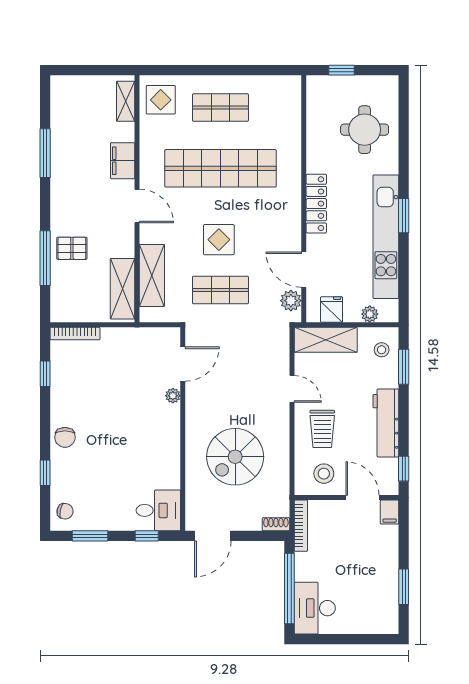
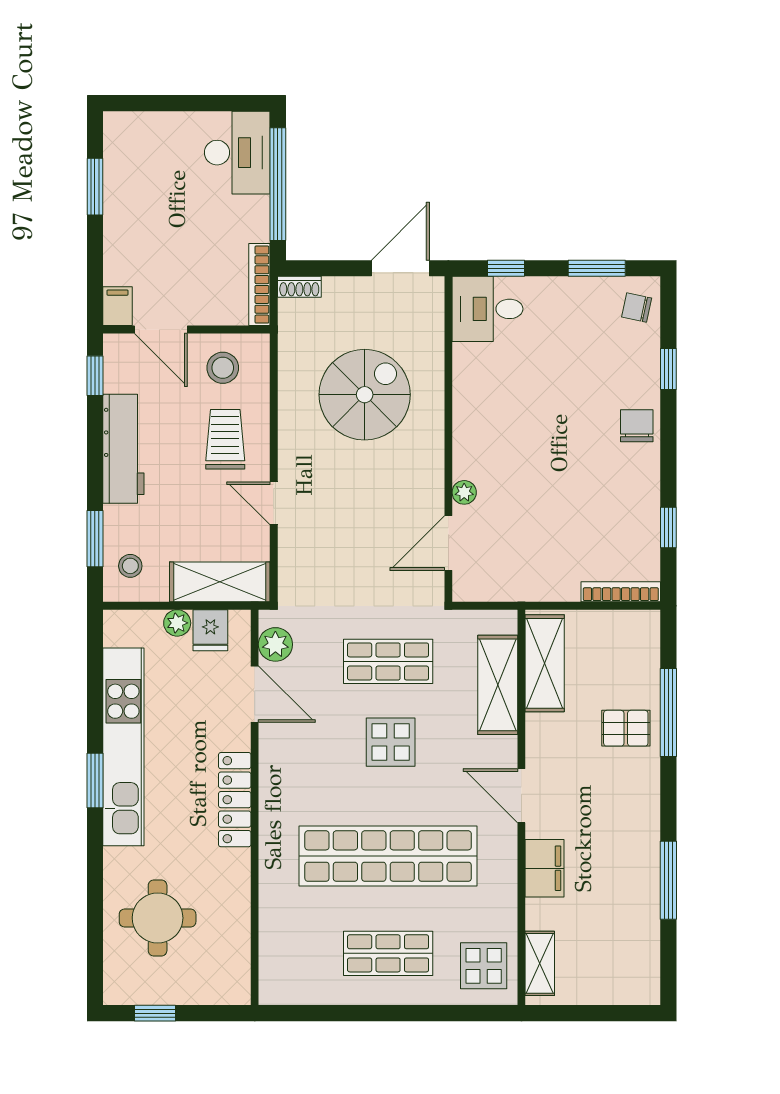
window: (341, 70) -> (155, 1013), moved
plant: (370, 314) -> (177, 623), moved

